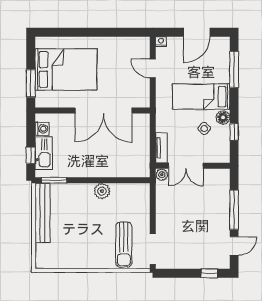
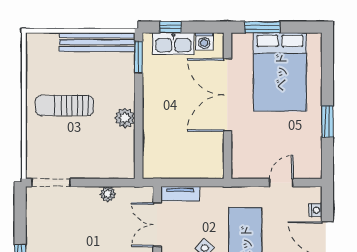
window: (105, 32) -> (327, 121), added
nightstand: (161, 42) -> (315, 210), moved
double door: (103, 111) -> (227, 95), moved
plant: (162, 175) -> (108, 194), moved
sun lounger: (124, 245) -> (64, 105), moved

